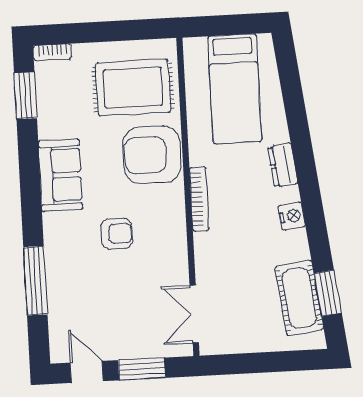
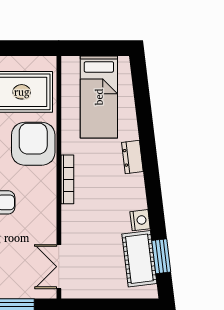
armchair: (152, 155) -> (33, 144), turned 90
nightstand: (292, 216) -> (140, 220), moved

